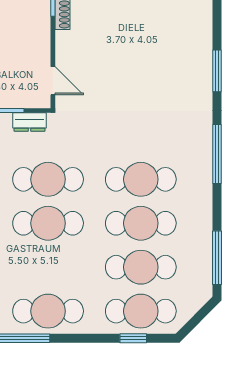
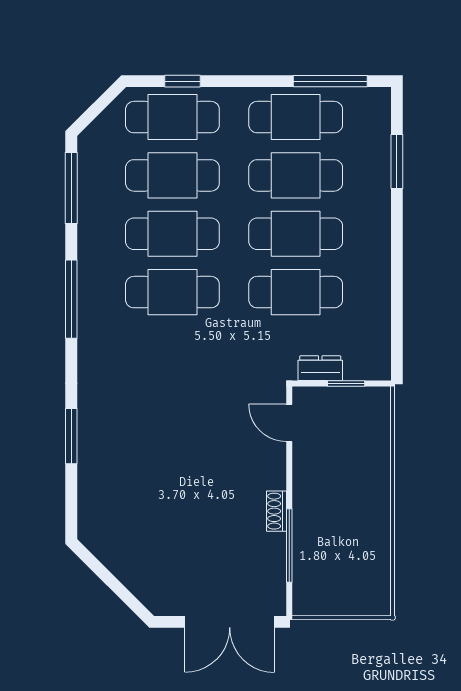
window: (217, 154) -> (71, 299), moved
cafe table: (48, 267) -> (296, 175), added

